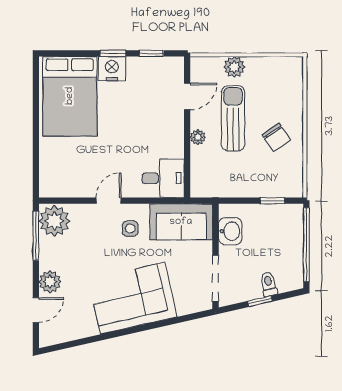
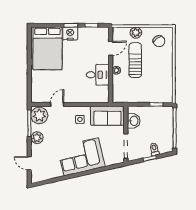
chair: (276, 137) -> (159, 41), moved
desk: (163, 178) -> (98, 75), moved
door: (109, 201) -> (57, 104), moved
plant: (50, 282) -> (37, 138), moved
door: (36, 310) -> (29, 163), swing flipped

